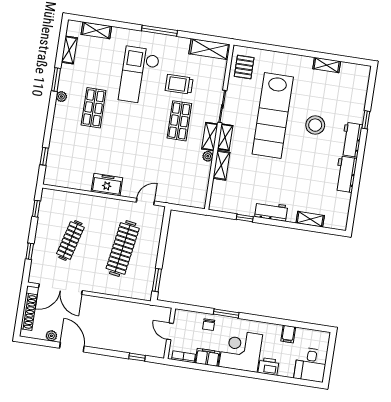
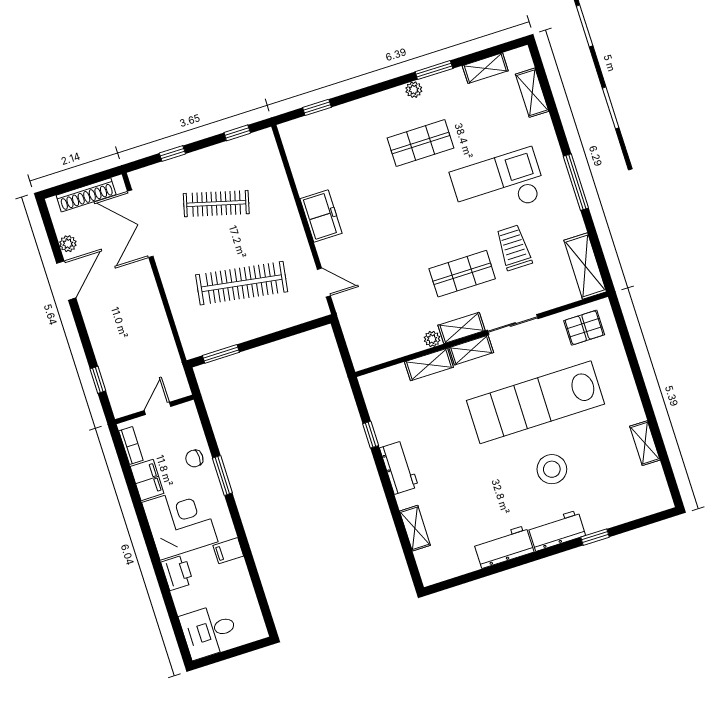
filing cabinet: (288, 334) -> (228, 551), moved

